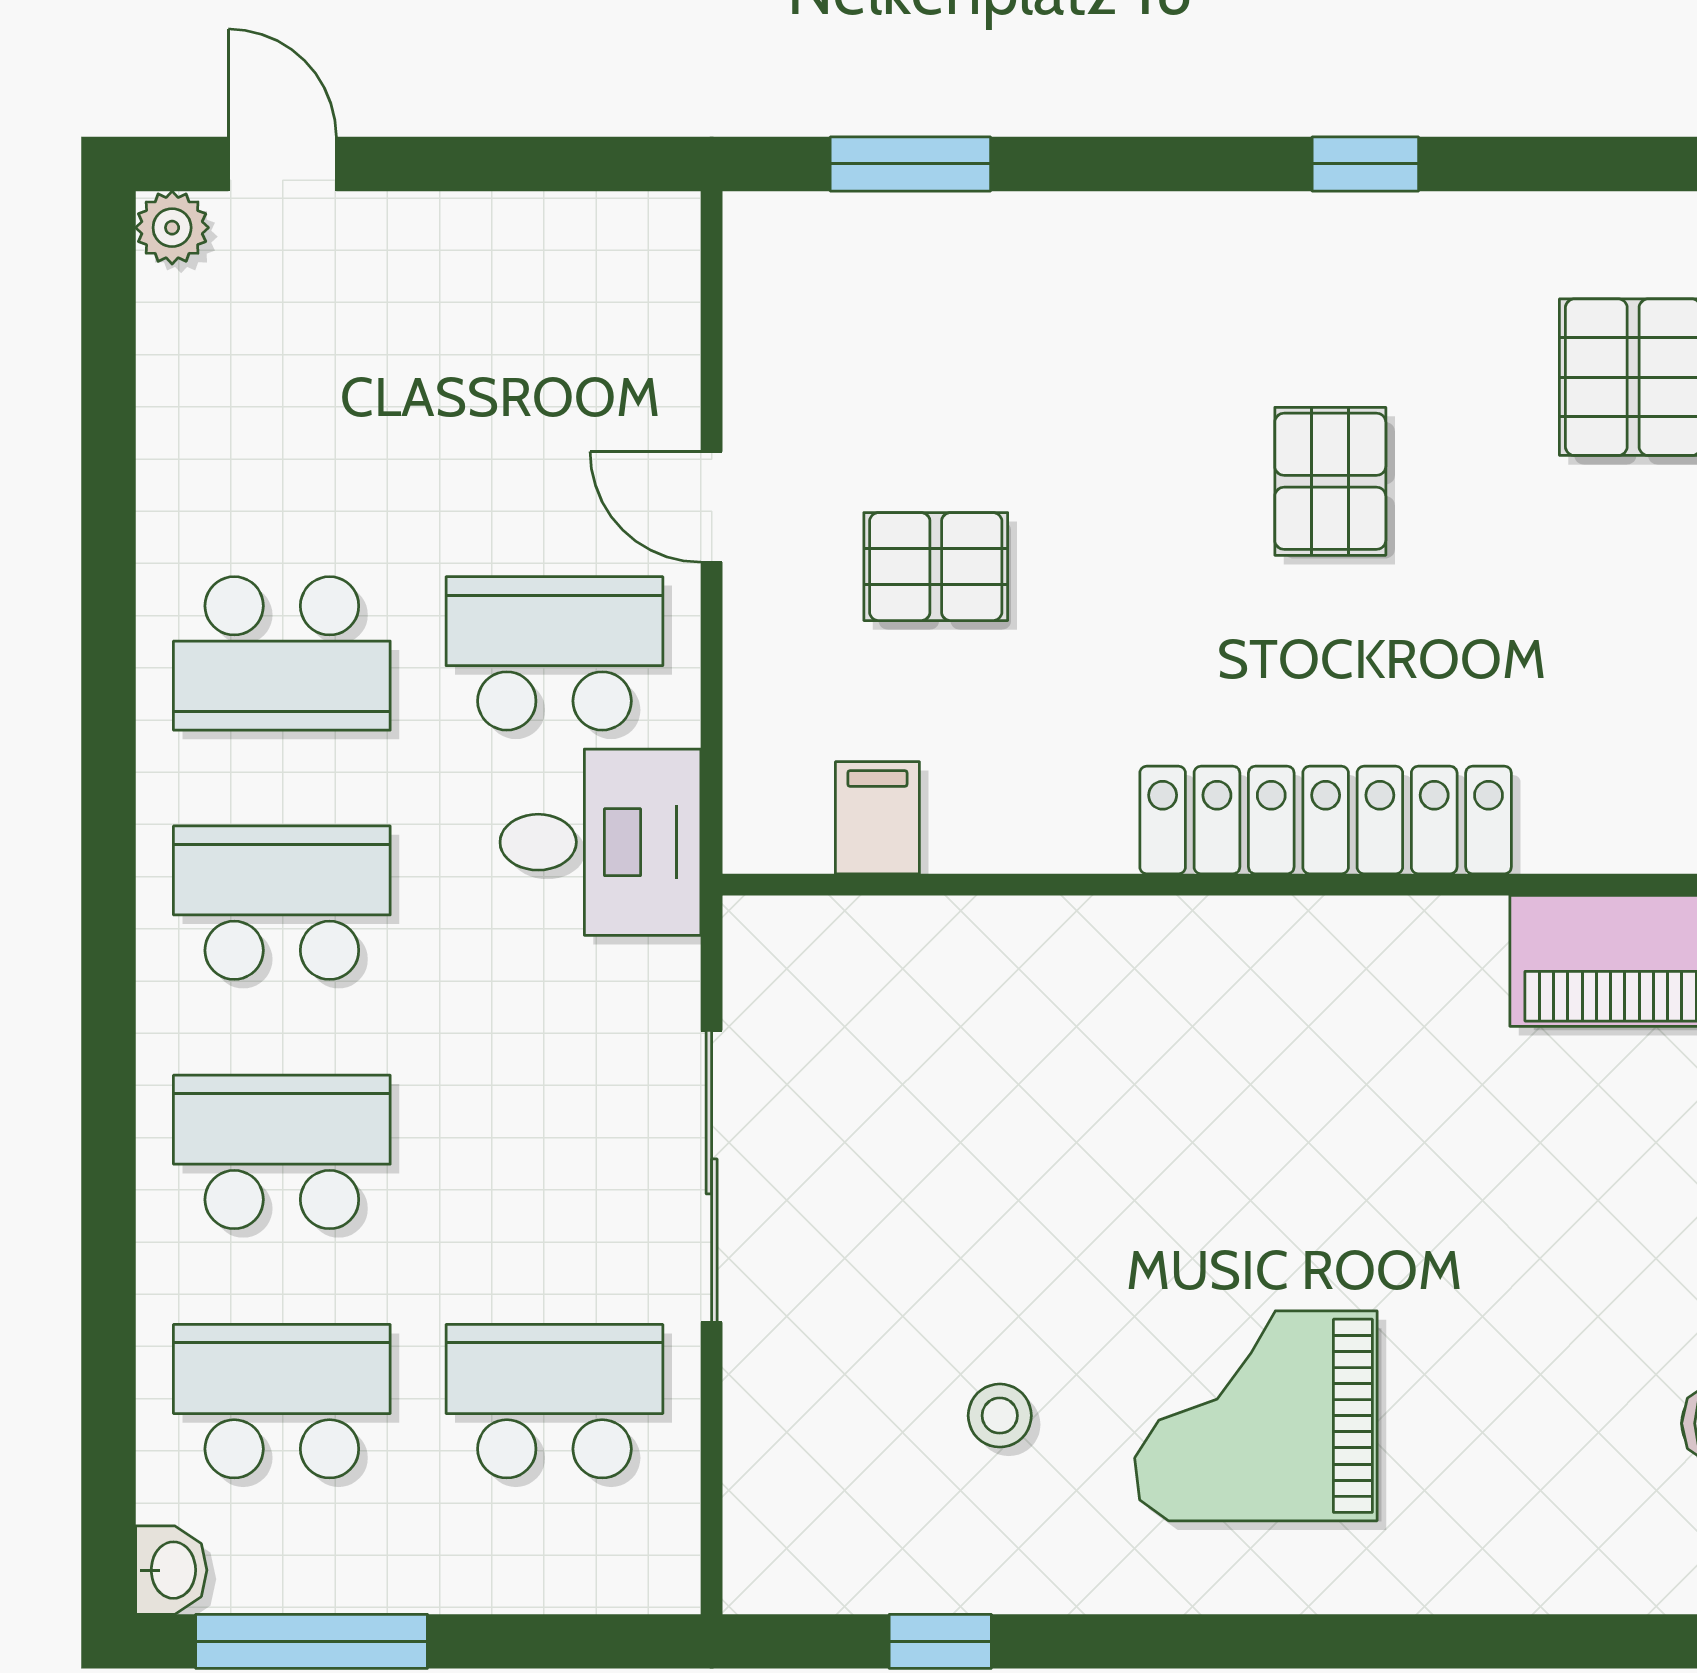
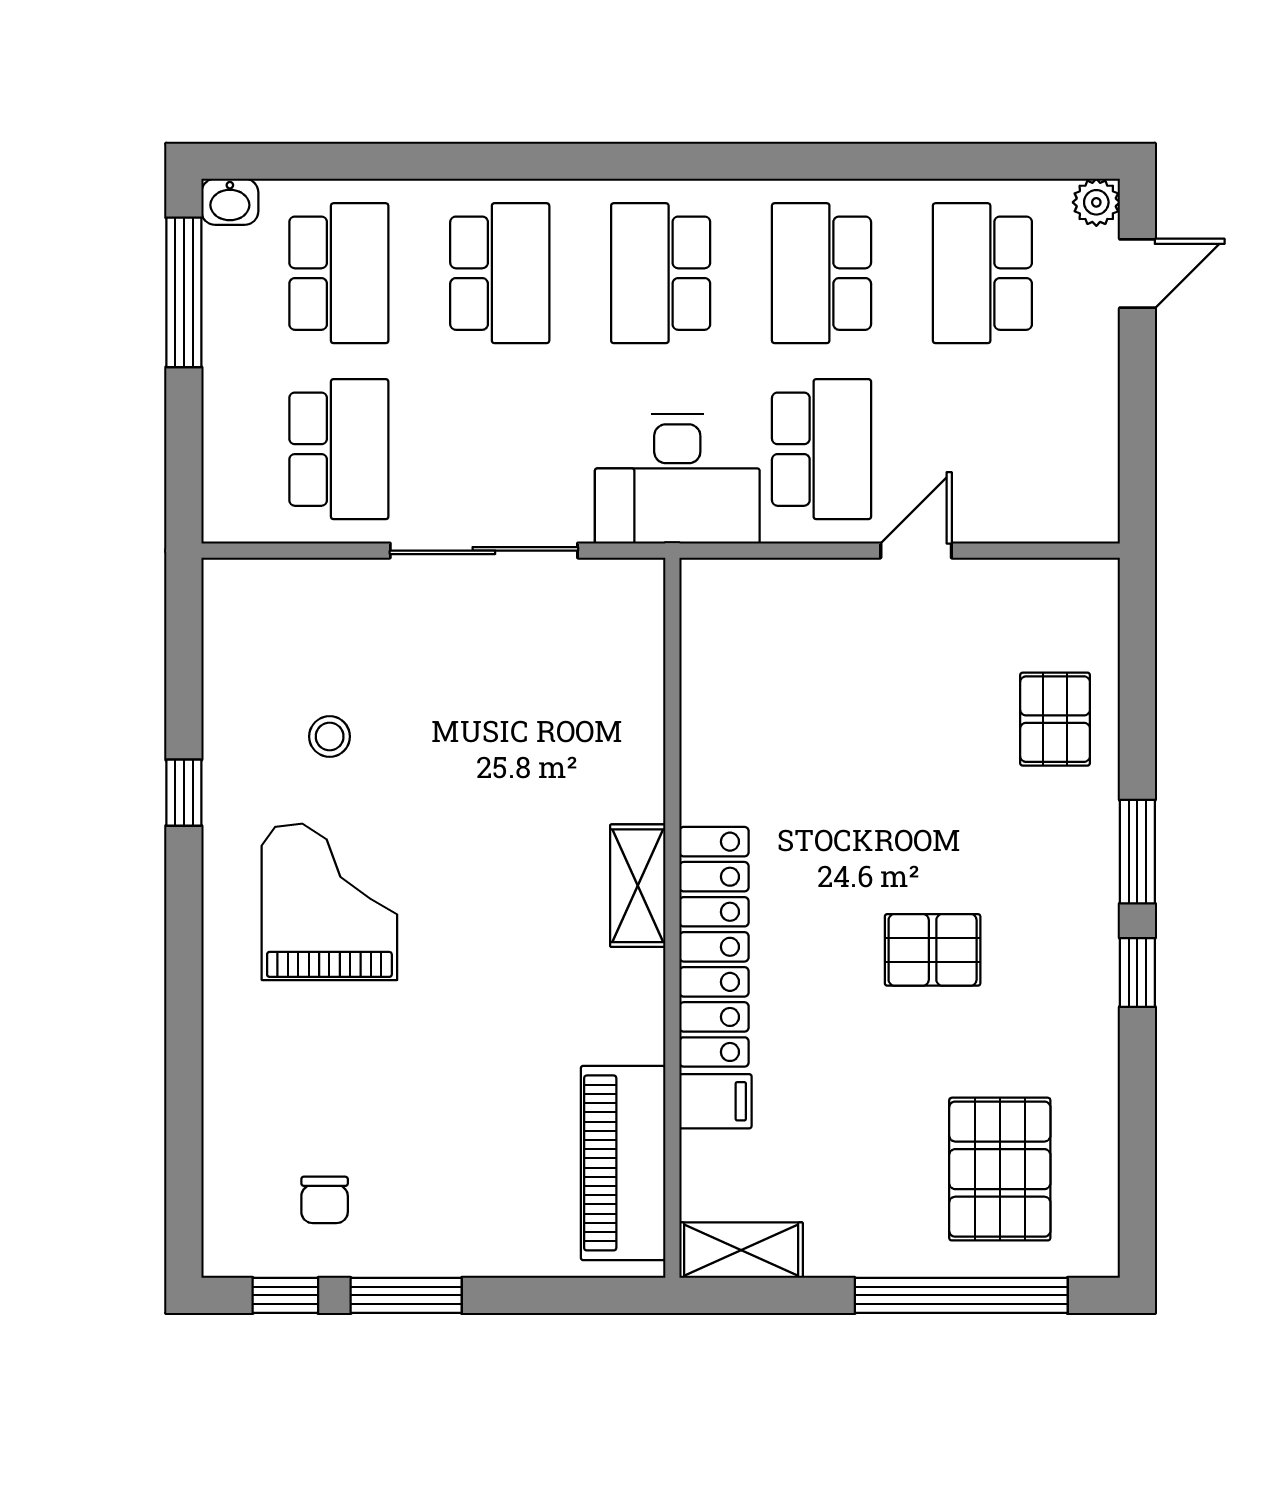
window: (910, 164) -> (1137, 852), moved
school desk: (282, 404) -> (982, 273), added
pallet: (936, 567) -> (1055, 719), moved
filing cabinet: (877, 818) -> (715, 1101), moved
desk: (600, 842) -> (677, 479), width x1.37
school desk: (282, 903) -> (661, 273), turned 180
shelving: (1231, 938) -> (638, 886), added
window: (940, 1641) -> (184, 793), moved

